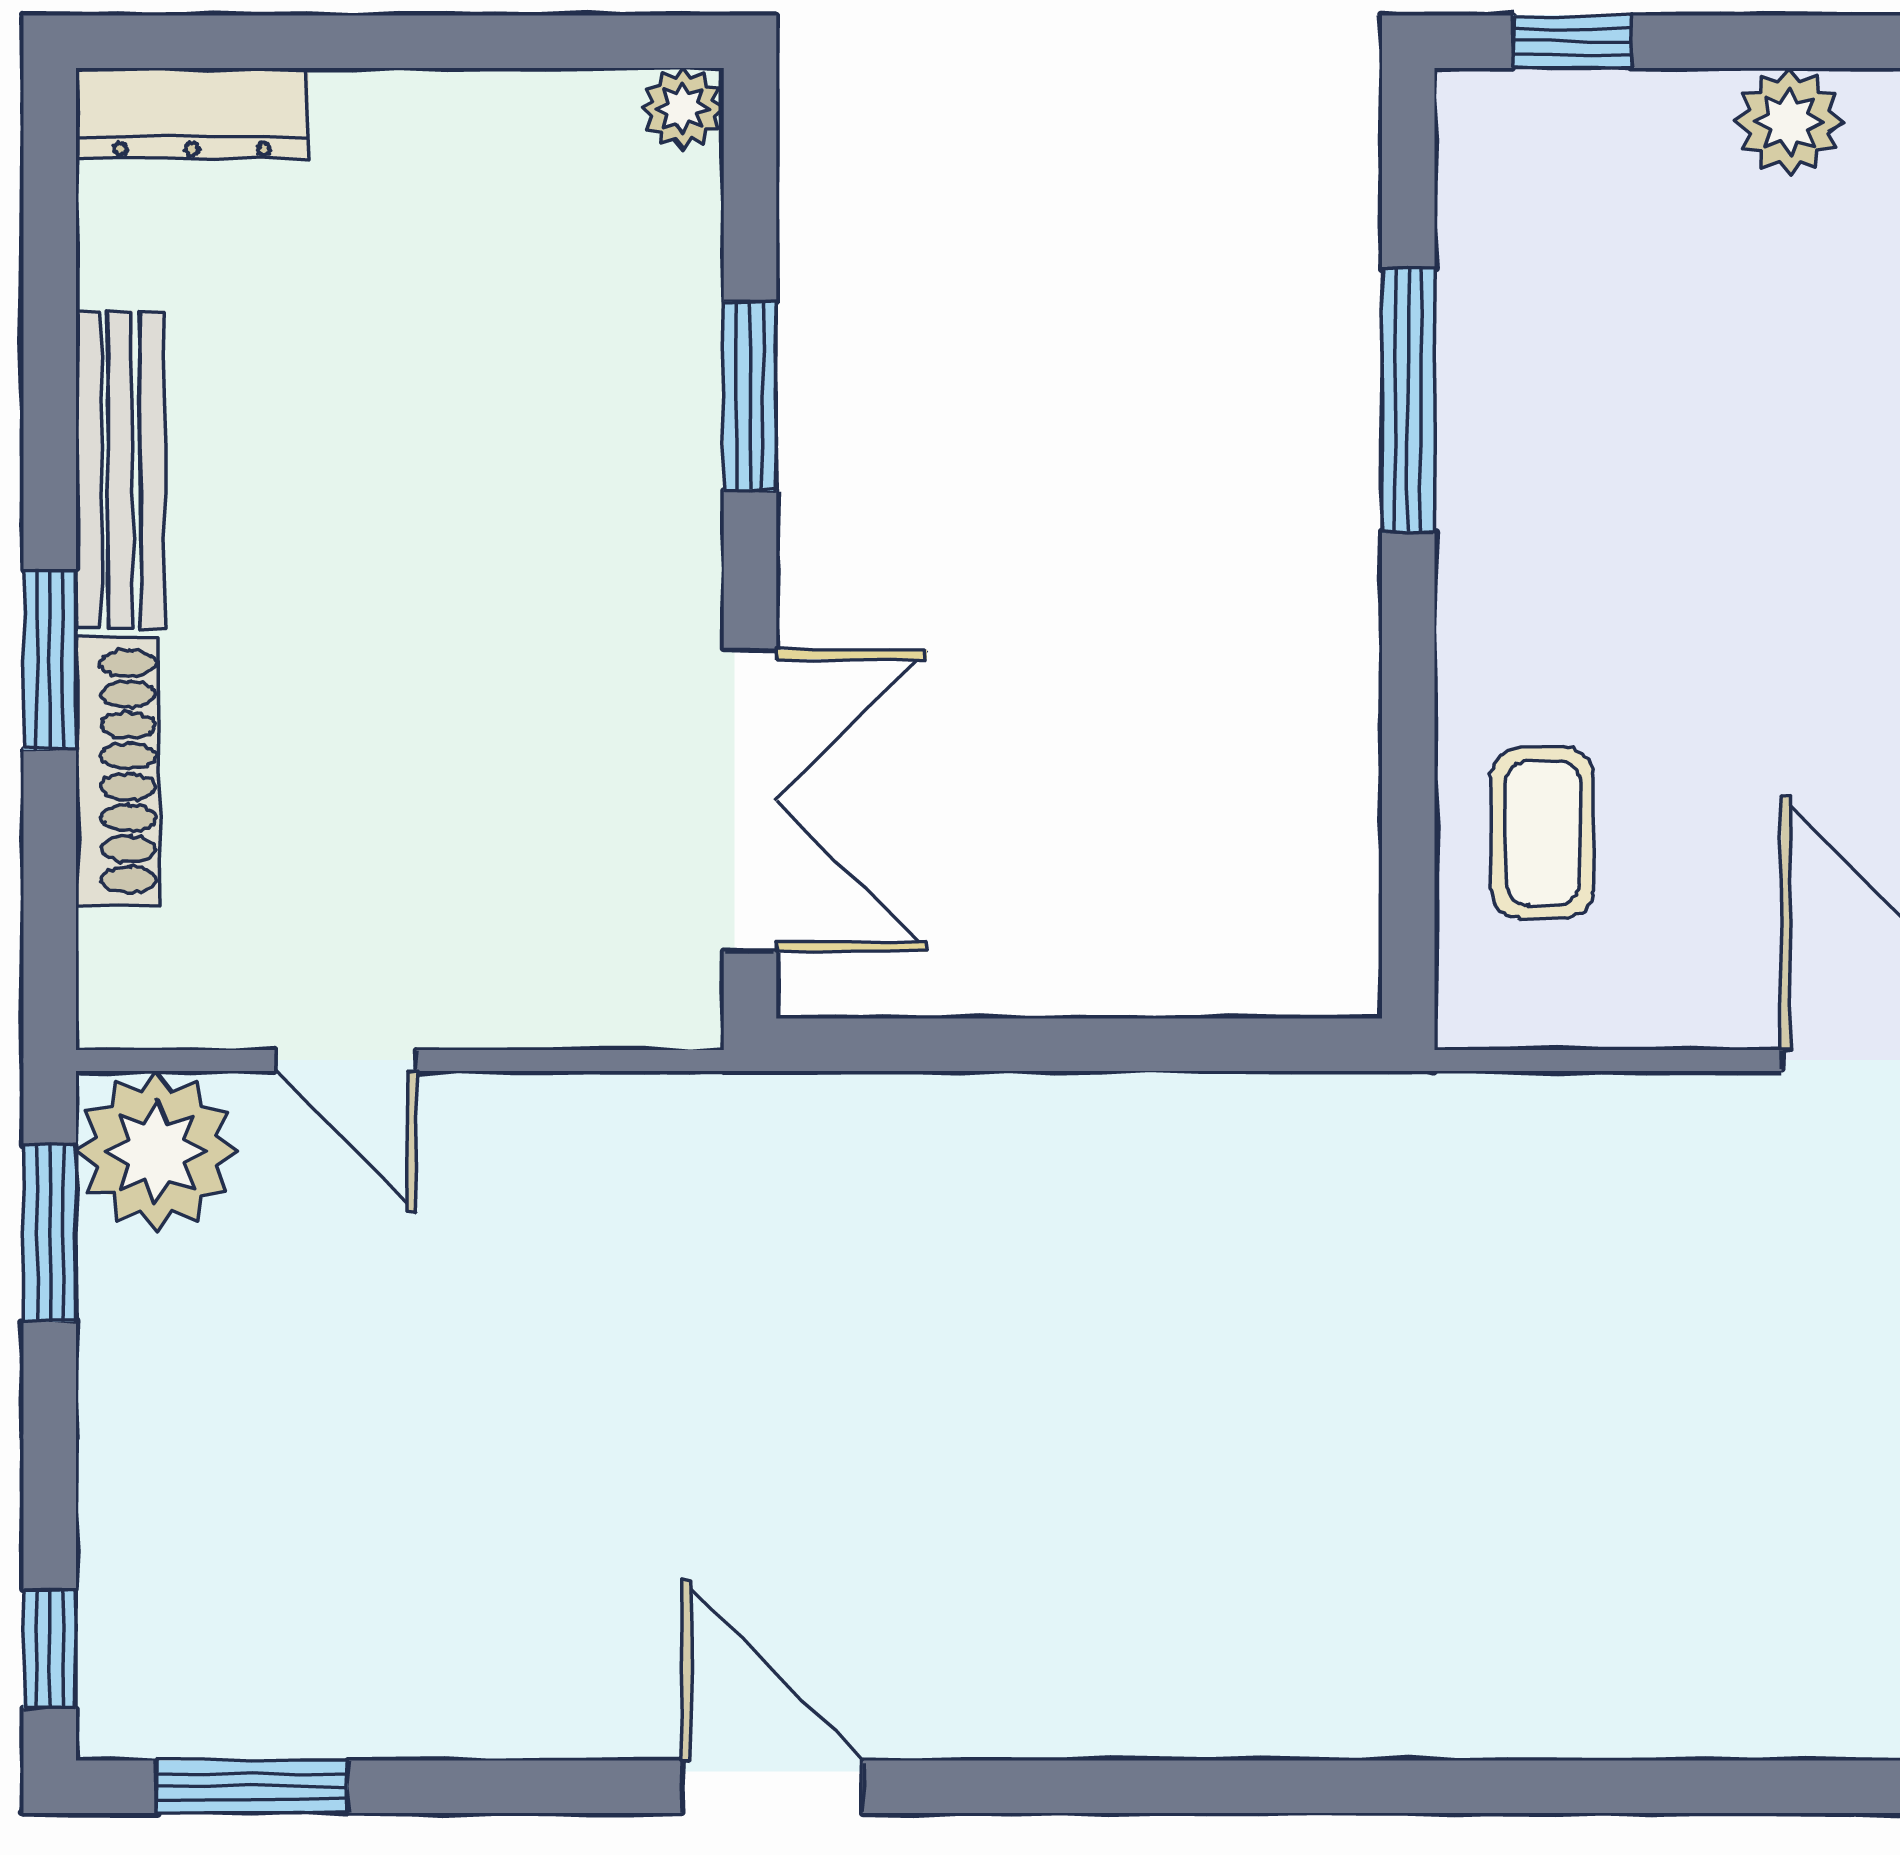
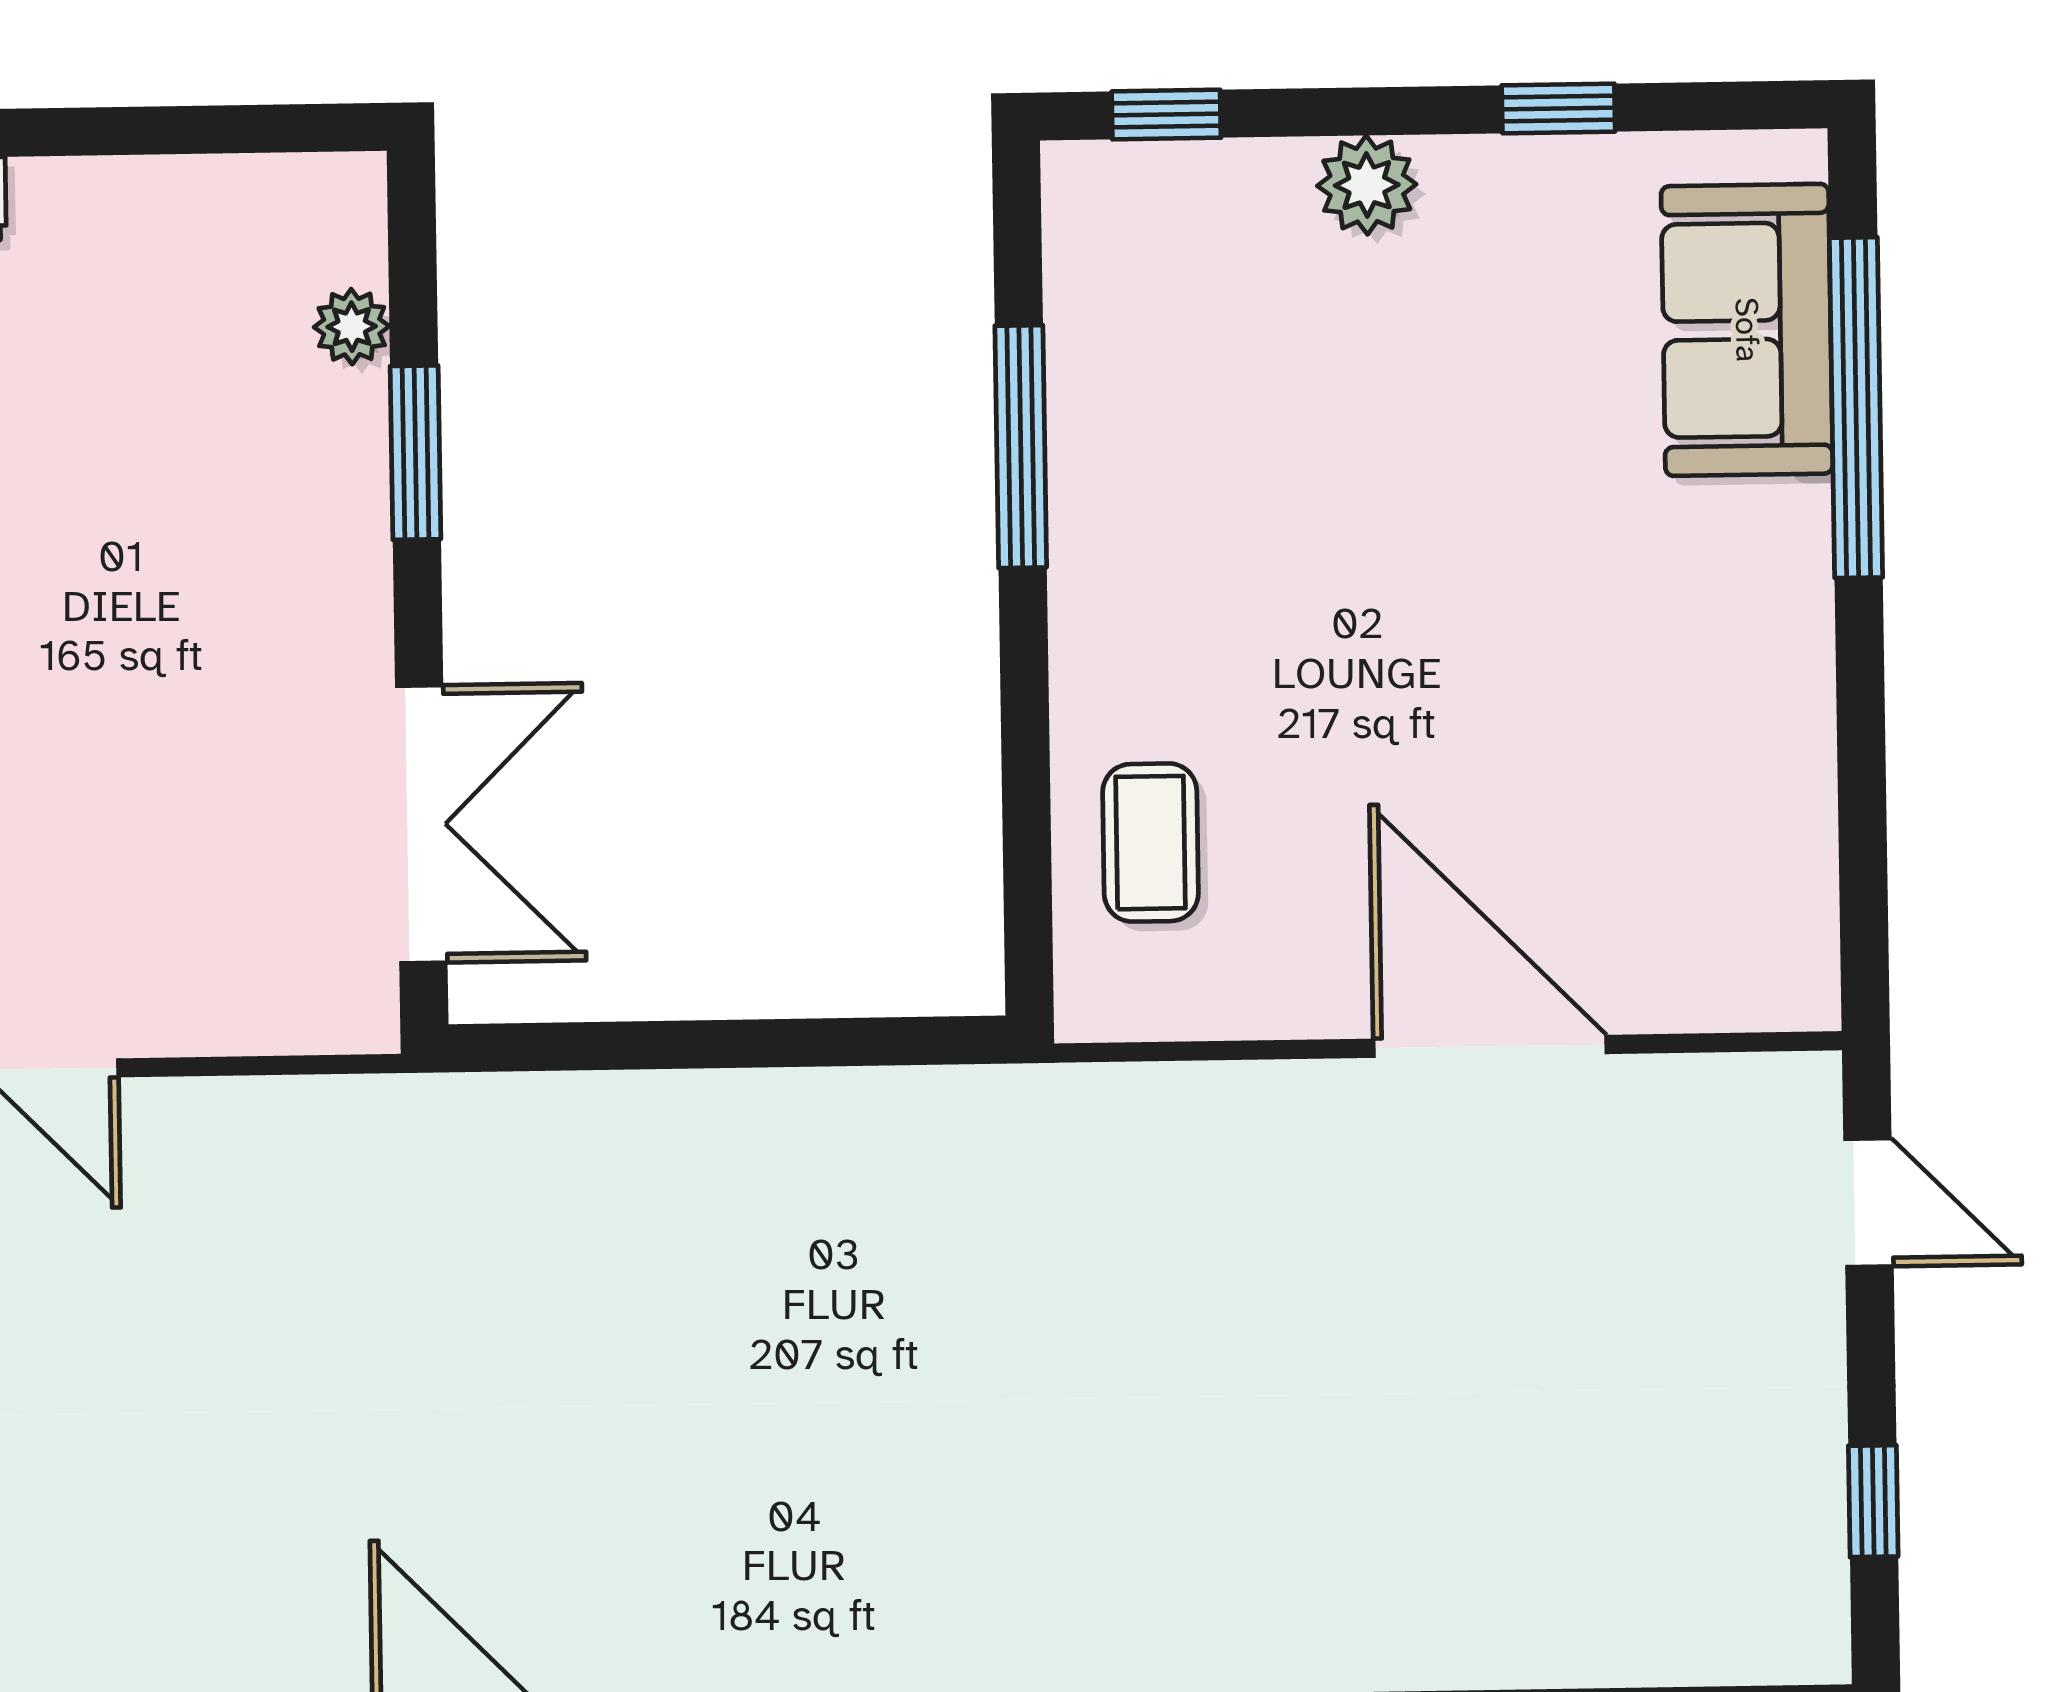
plant: (683, 109) -> (352, 327), moved

